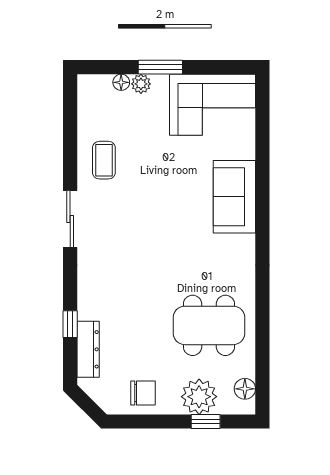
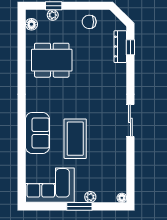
floor lamp: (121, 82) -> (122, 198), moved
coffee table: (104, 160) -> (75, 139), moved, width x1.86, depth x1.72
window: (70, 324) -> (130, 47), moved
plant: (199, 397) -> (53, 15), width x0.53, depth x0.53

